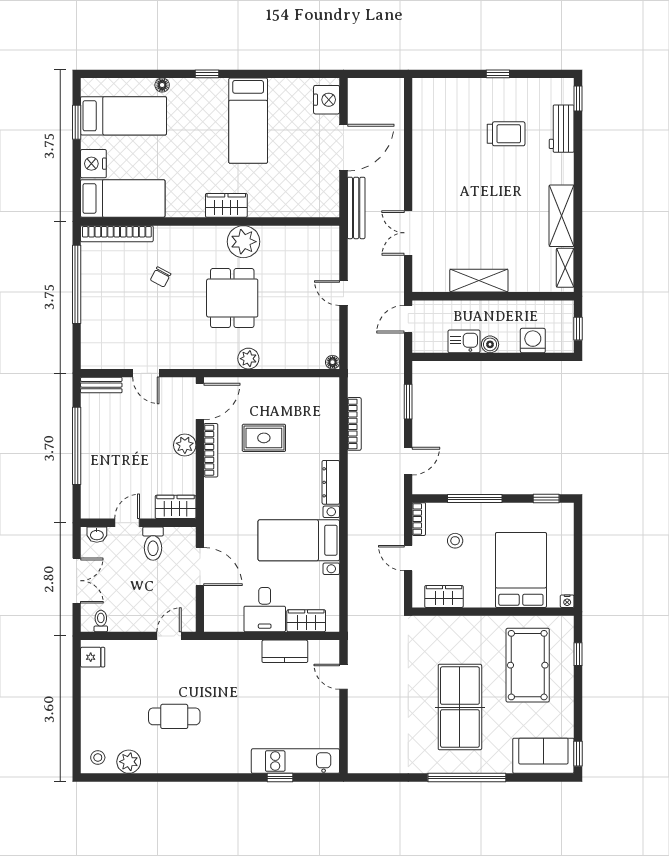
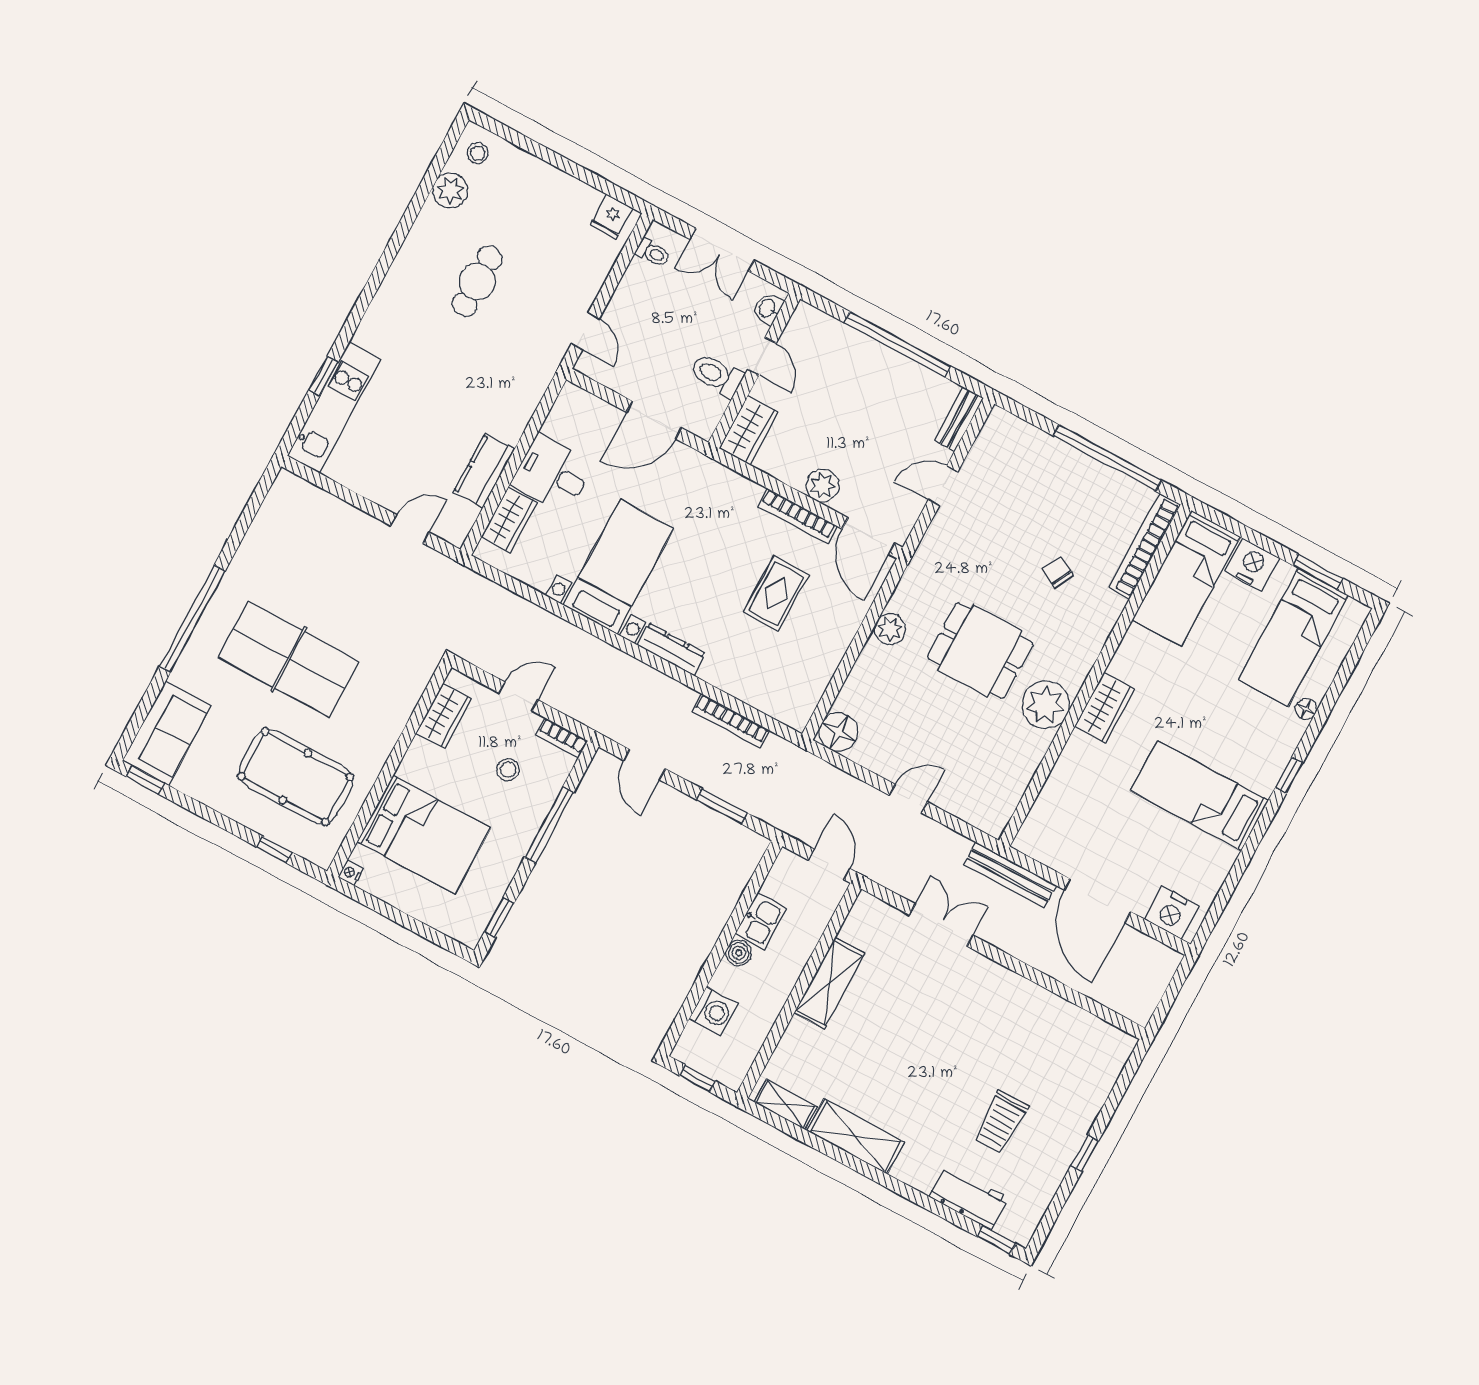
floor lamp: (333, 362) -> (839, 732), width x1.89, depth x1.89

